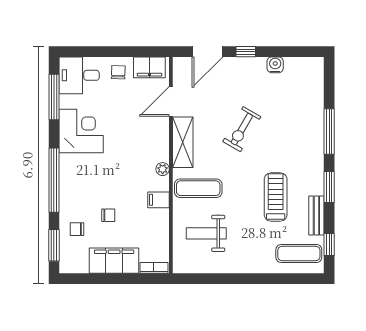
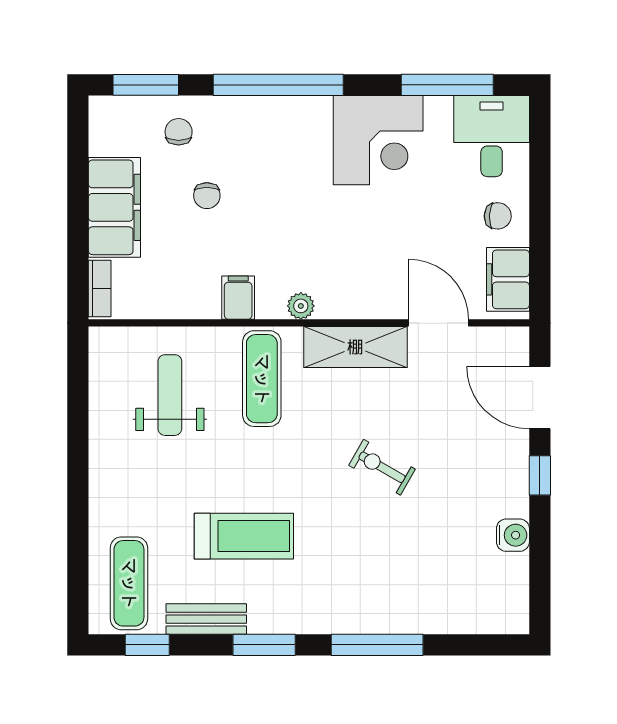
exercise bike: (242, 129) -> (382, 467), width x0.73, depth x0.72

